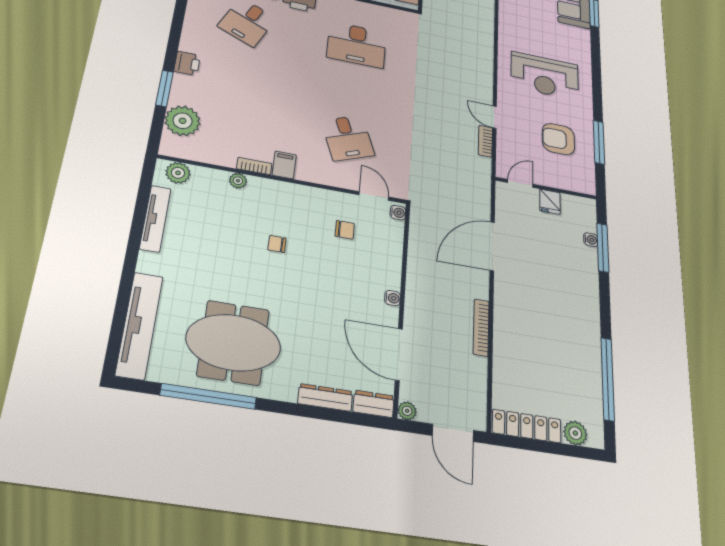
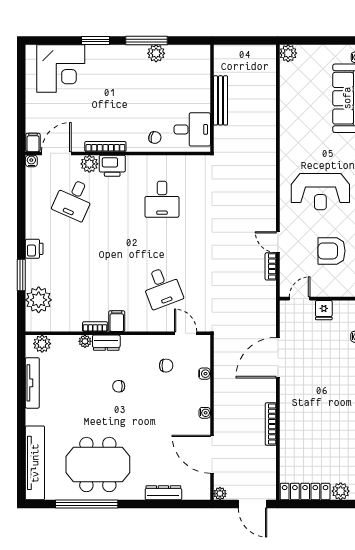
desk: (357, 45) -> (162, 199), width x0.73
water cooler: (398, 213) -> (205, 374), moved
dresser: (374, 404) -> (106, 343), moved, turned 180

